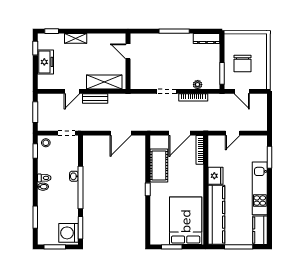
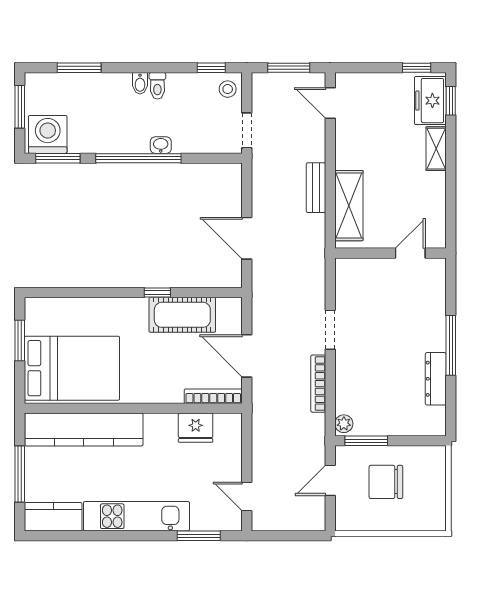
dresser: (207, 39) -> (436, 379), moved
freezer: (45, 62) -> (430, 101), moved, turned 90
plant: (198, 85) -> (344, 424), moved
door: (72, 91) -> (330, 103), moved
door: (233, 133) -> (247, 496), moved
fridge: (215, 176) -> (196, 428), moved
window: (148, 189) -> (157, 293), moved

